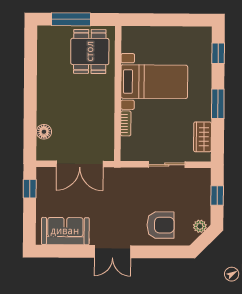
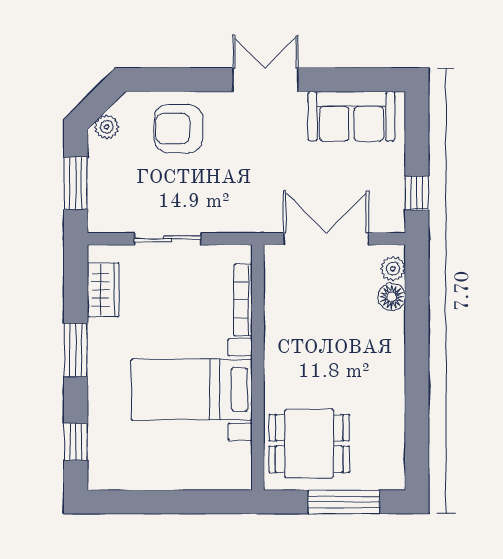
dining table: (90, 51) -> (309, 444), turned 90
bookcase: (126, 123) -> (243, 300), width x1.56
plant: (43, 147) -> (393, 269), added
window: (217, 195) -> (76, 183), width x1.50

